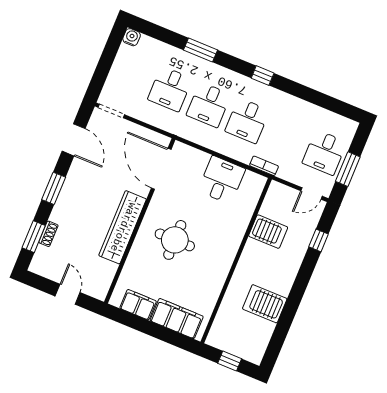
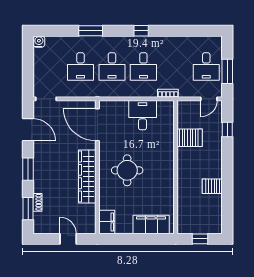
server rack: (265, 304) -> (212, 186), width x0.73, depth x0.70
filing cabinet: (138, 305) -> (107, 222), moved, turned 90

